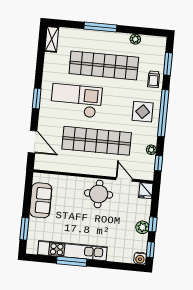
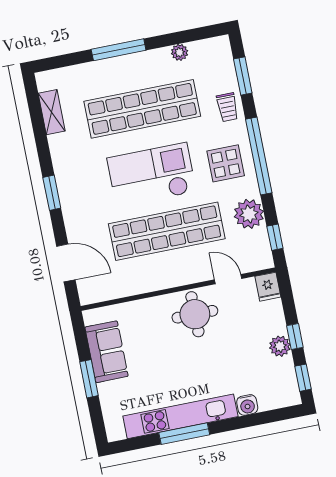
shelving: (52, 39) -> (52, 112), moved
checkout: (76, 101) -> (152, 175), moved
plant: (151, 150) -> (249, 214), width x1.87, depth x1.87
window: (24, 229) -> (89, 379), moved
water cooler: (140, 258) -> (247, 405), moved

